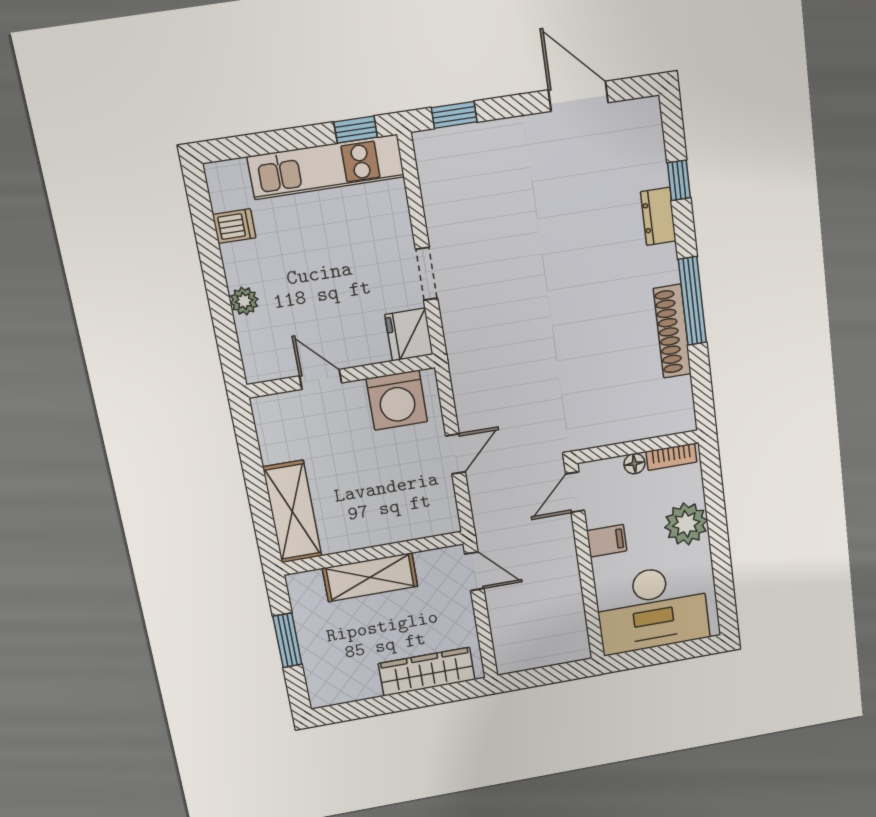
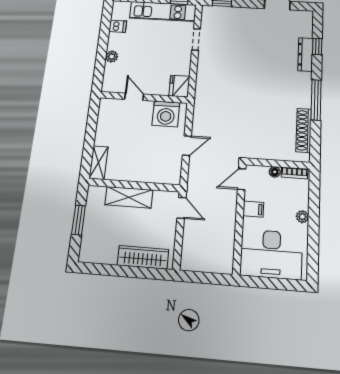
dresser: (658, 216) -> (305, 55), width x1.44
doorway: (427, 274) -> (196, 39), moved
shoe rack: (672, 331) -> (304, 130), moved
shelving: (292, 512) -> (99, 163), width x0.67, depth x0.75
plant: (686, 524) -> (302, 217), width x0.53, depth x0.53

